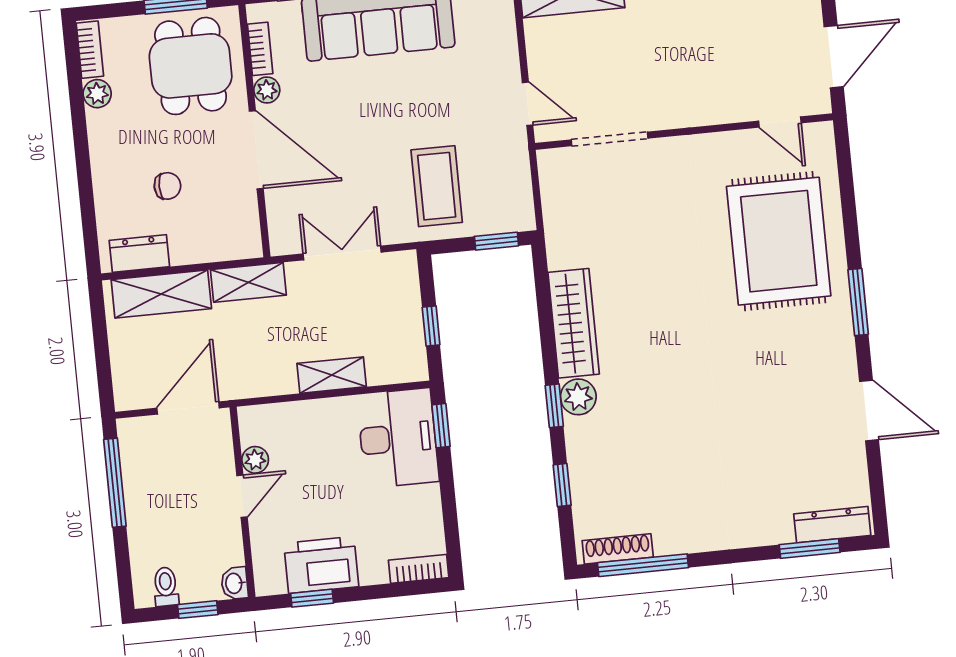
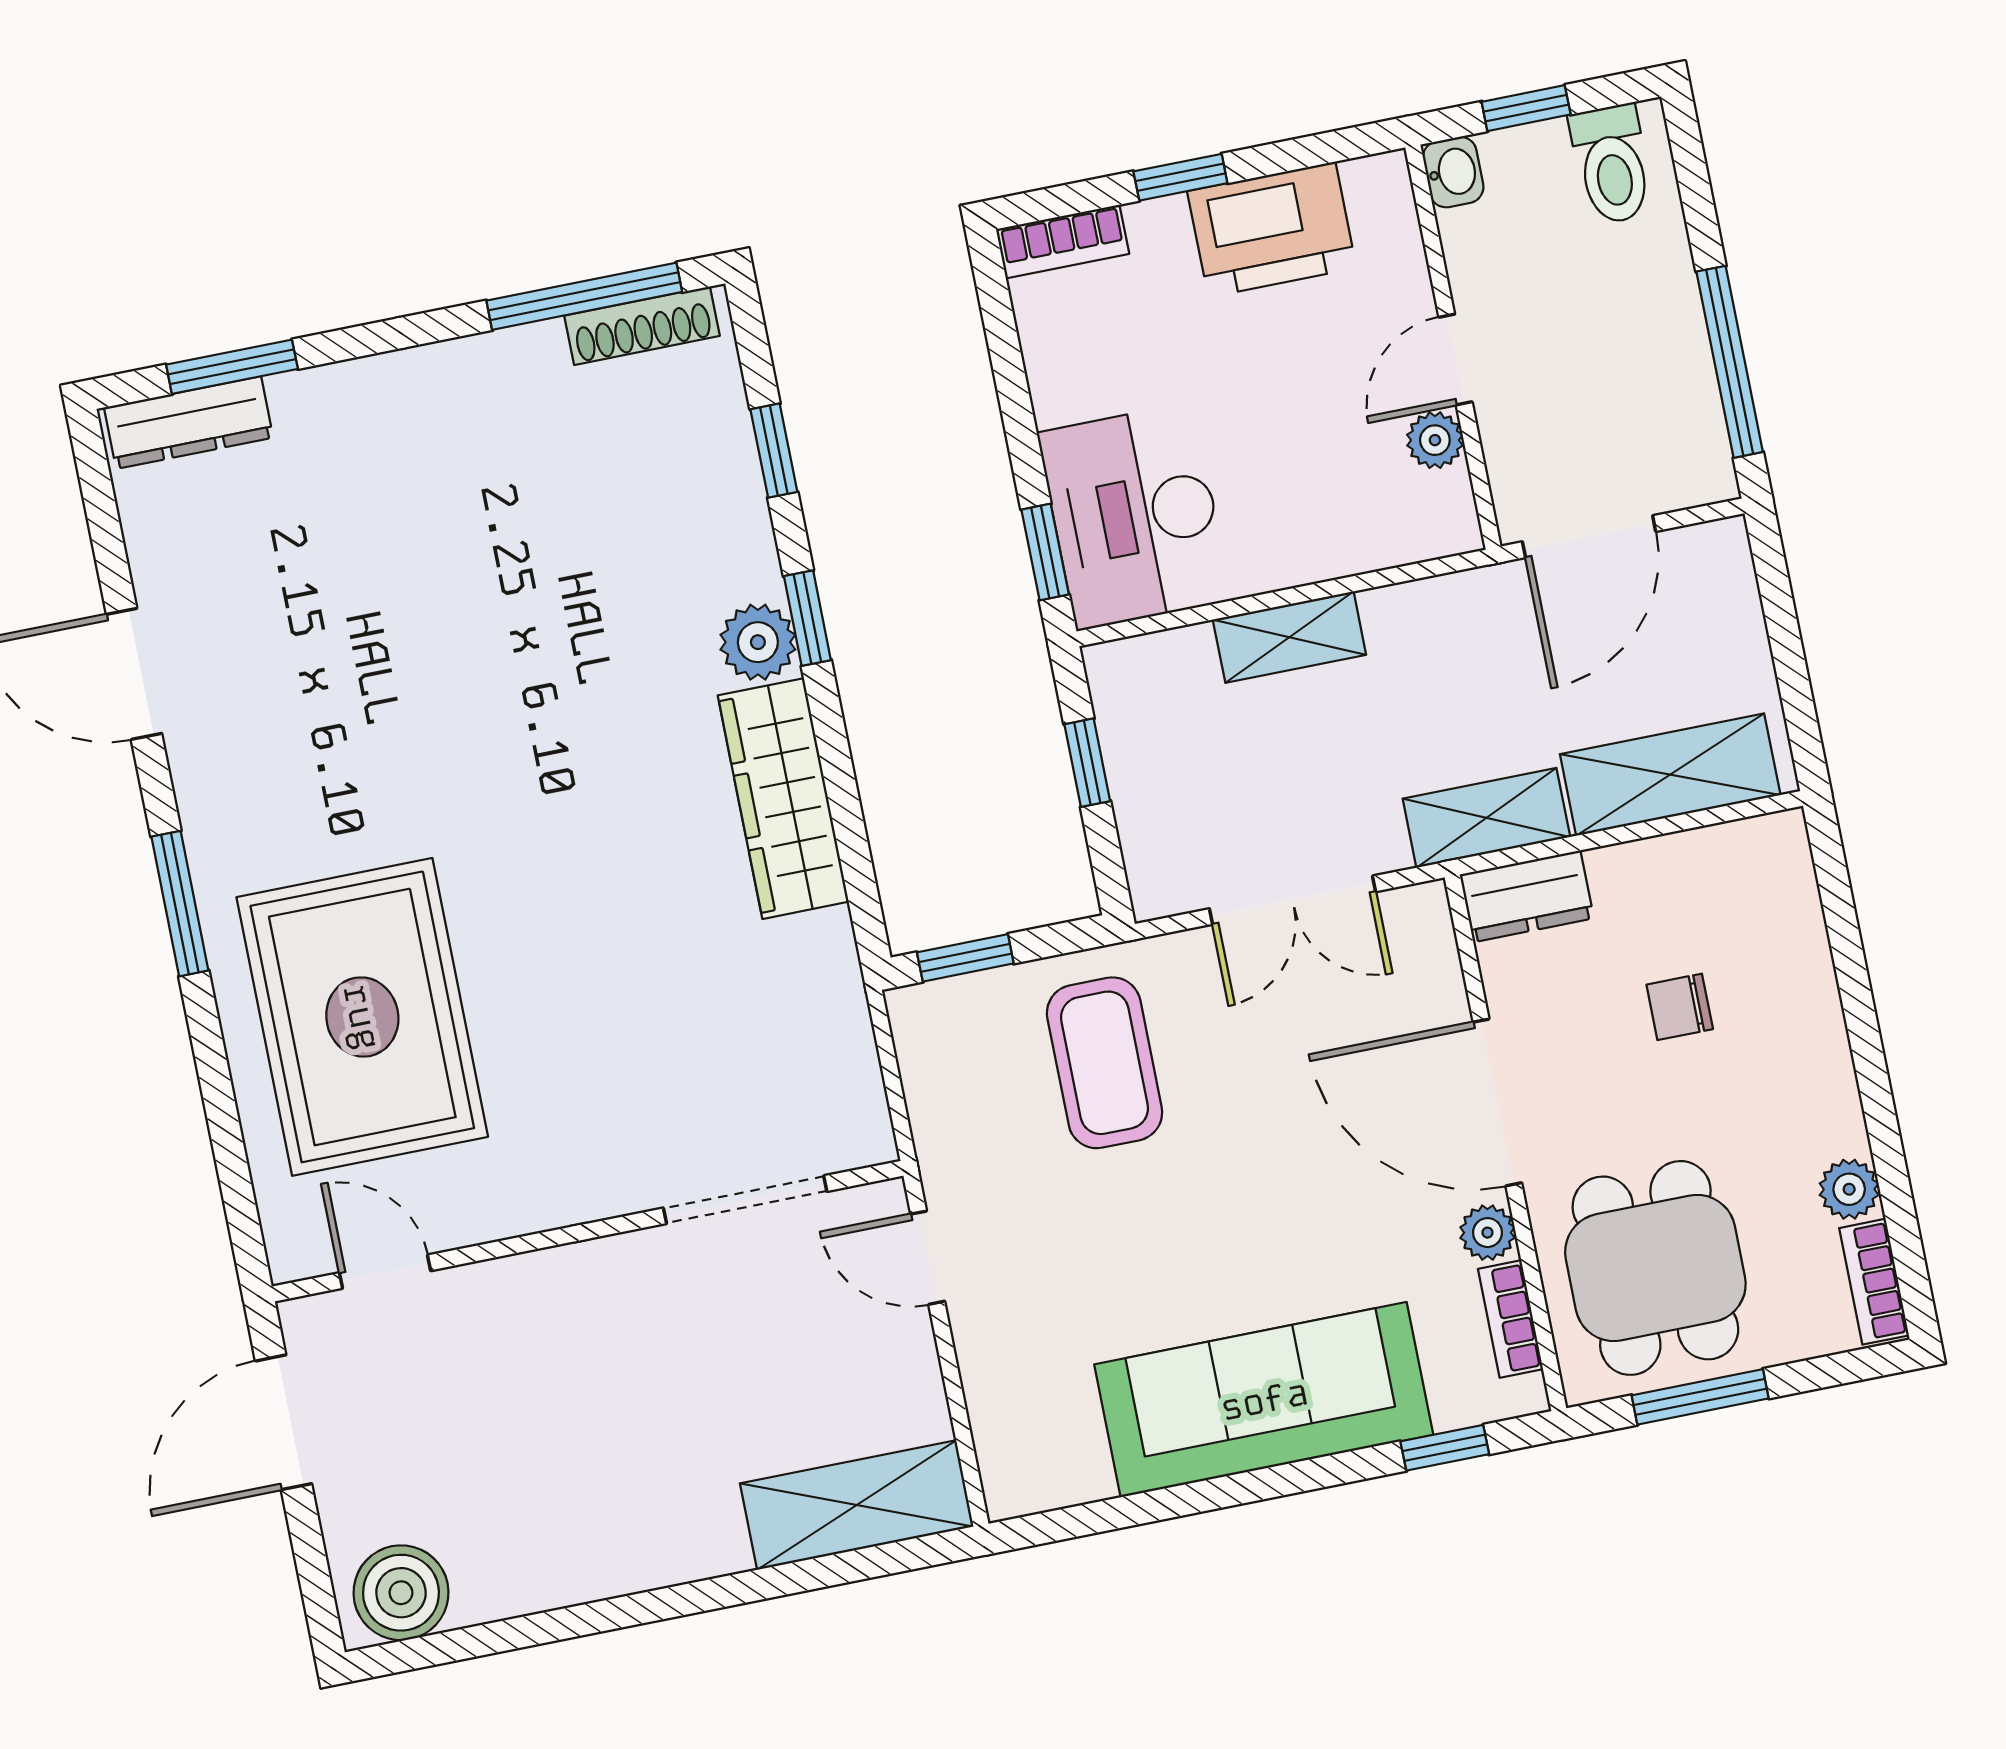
dresser: (139, 253) -> (1527, 896), moved
toilet: (166, 587) -> (1612, 164), width x1.37, depth x1.39
window: (312, 598) -> (1180, 177), moved

